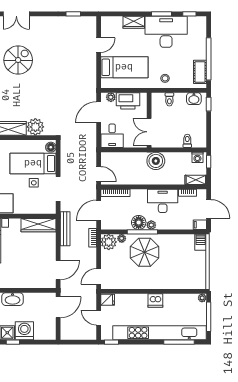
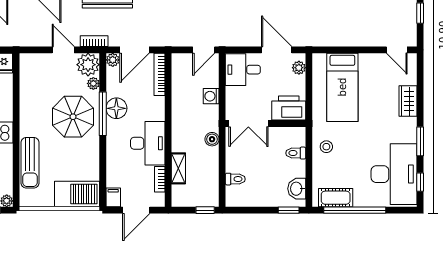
desk: (166, 32) -> (394, 174), moved
door: (99, 45) -> (397, 50), moved
printer: (128, 101) -> (289, 108), moved, turned 90
double door: (149, 132) -> (248, 123), swing flipped
washing machine: (197, 157) -> (211, 96), moved
boiler: (156, 161) -> (212, 139), width x0.54, depth x0.54
door: (99, 174) -> (204, 50), moved
shelving: (196, 180) -> (178, 168), moved
door: (99, 210) -> (134, 50), swing flipped
plant: (151, 225) -> (113, 60), moved
barbecue: (201, 242) -> (77, 194), width x1.88, depth x1.53
door: (99, 276) -> (63, 50), moved
sun lounger: (176, 282) -> (30, 163), added

